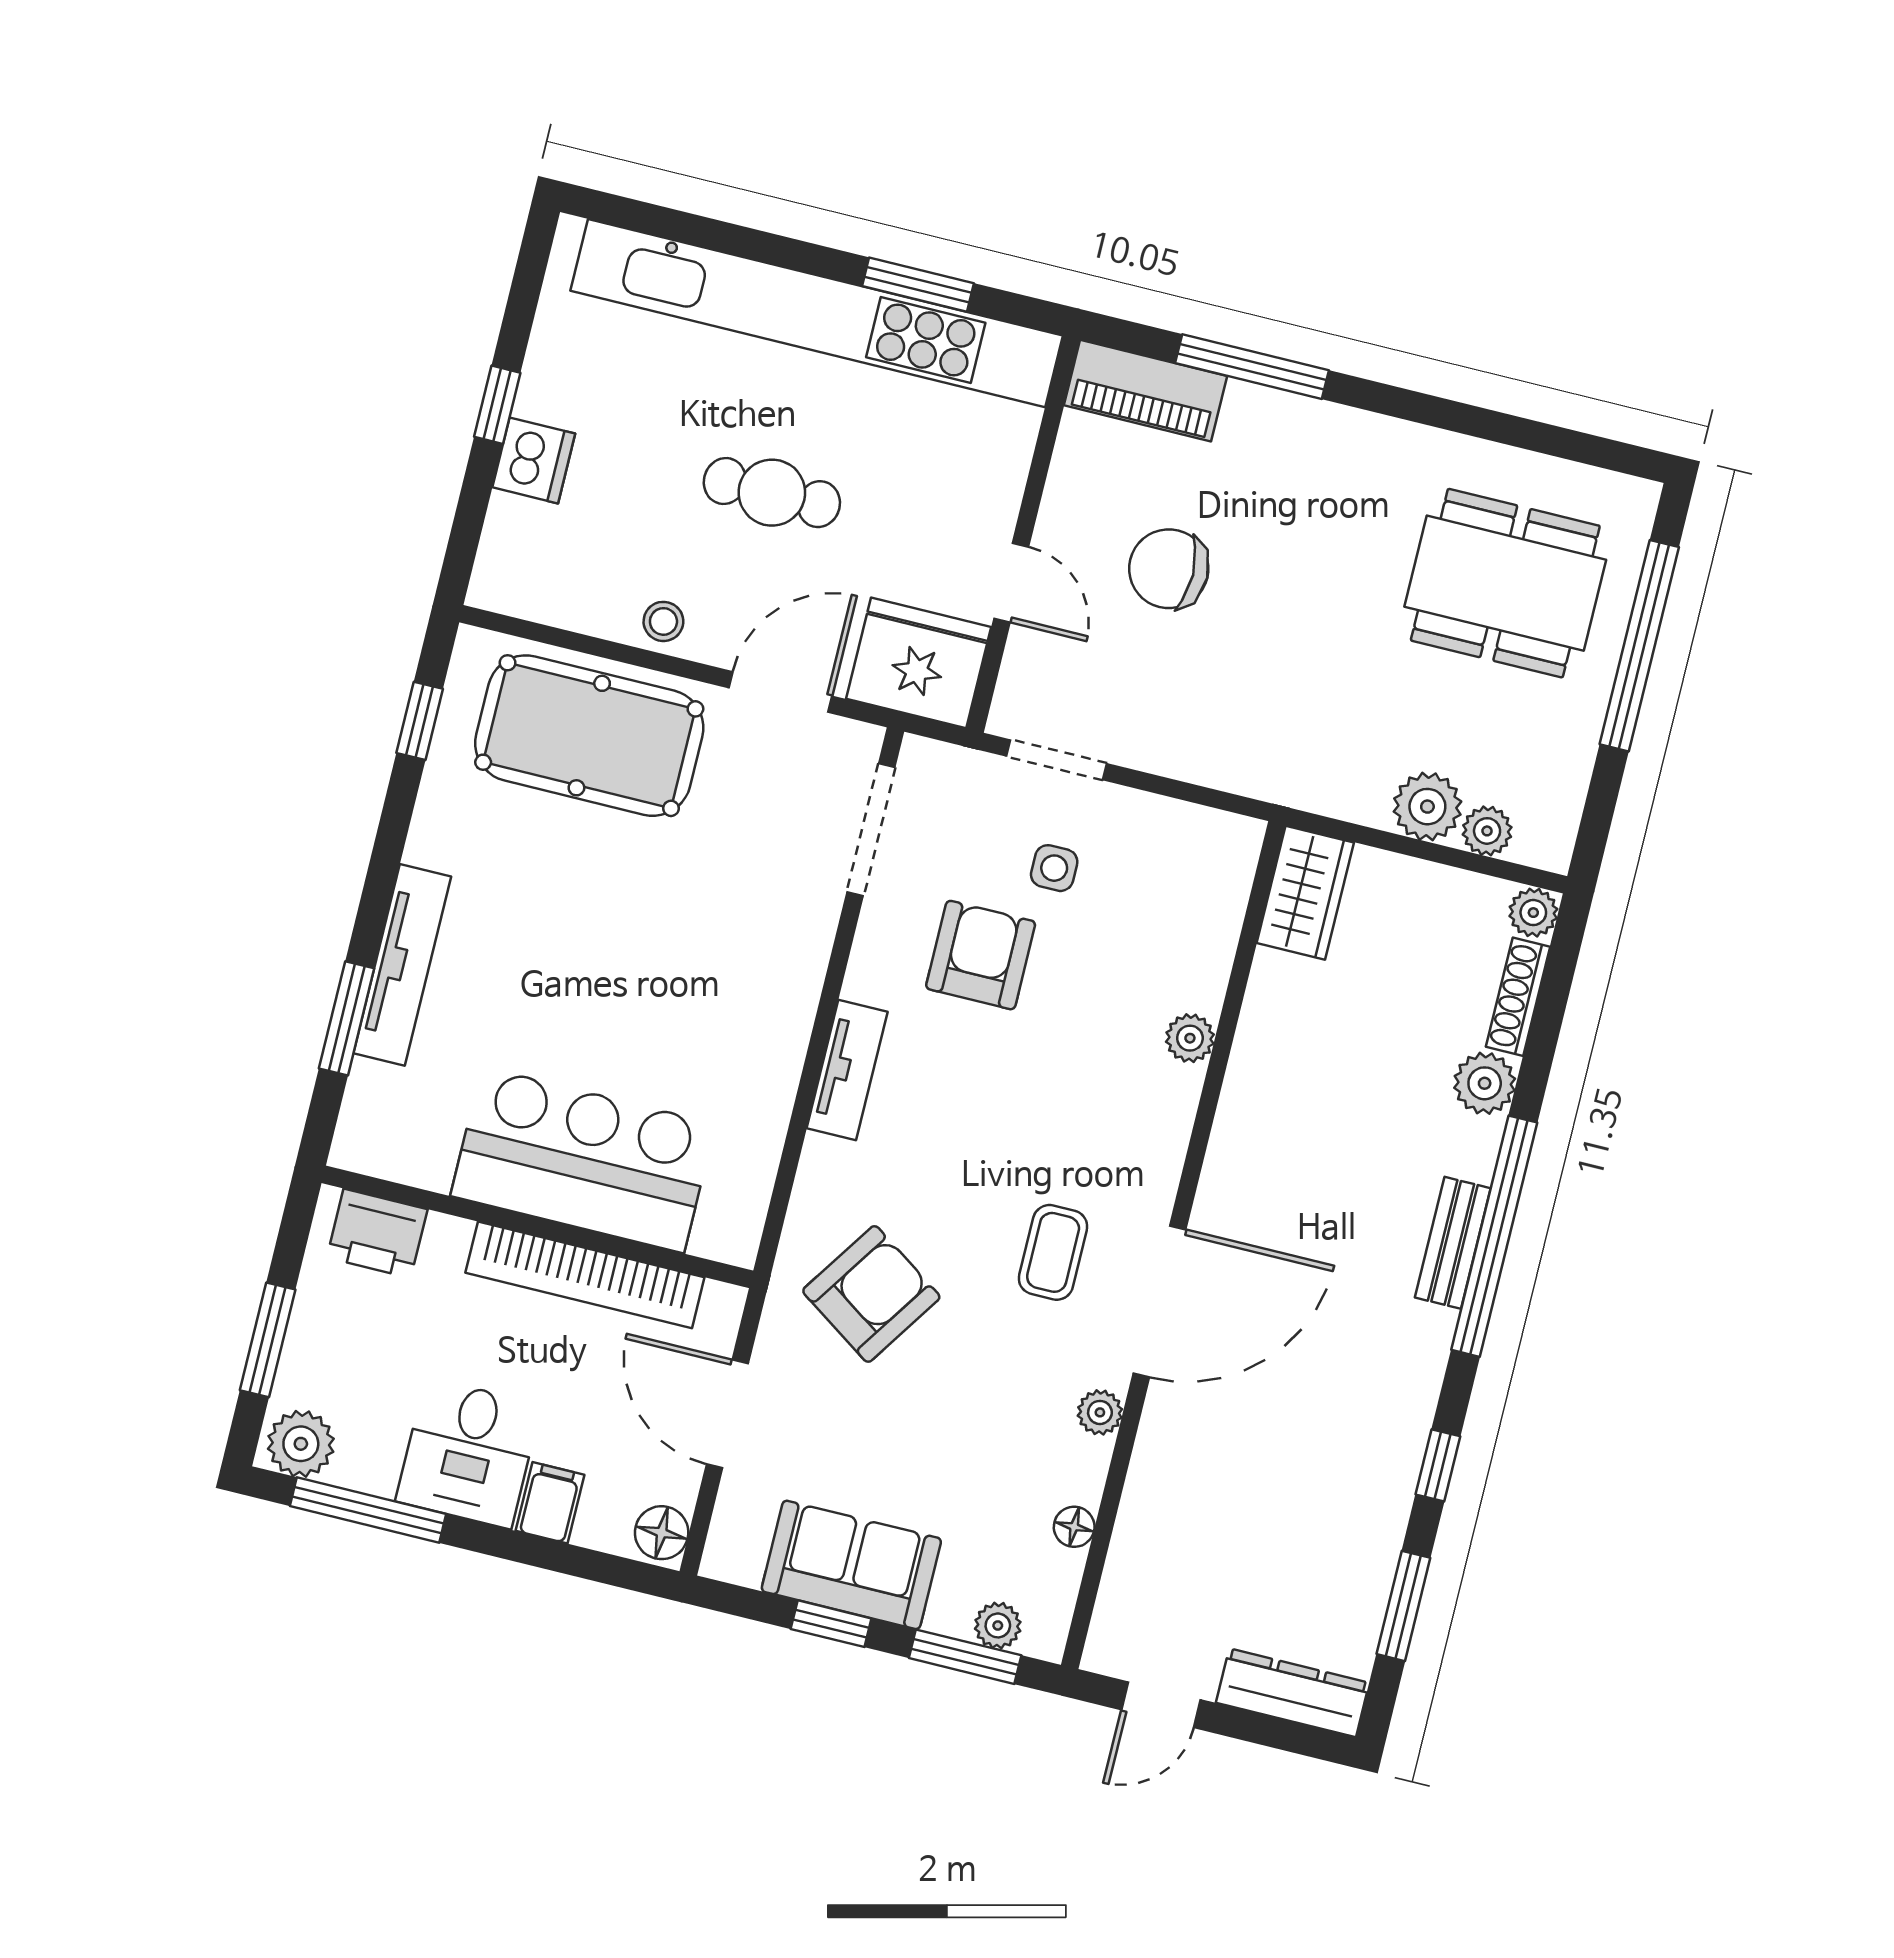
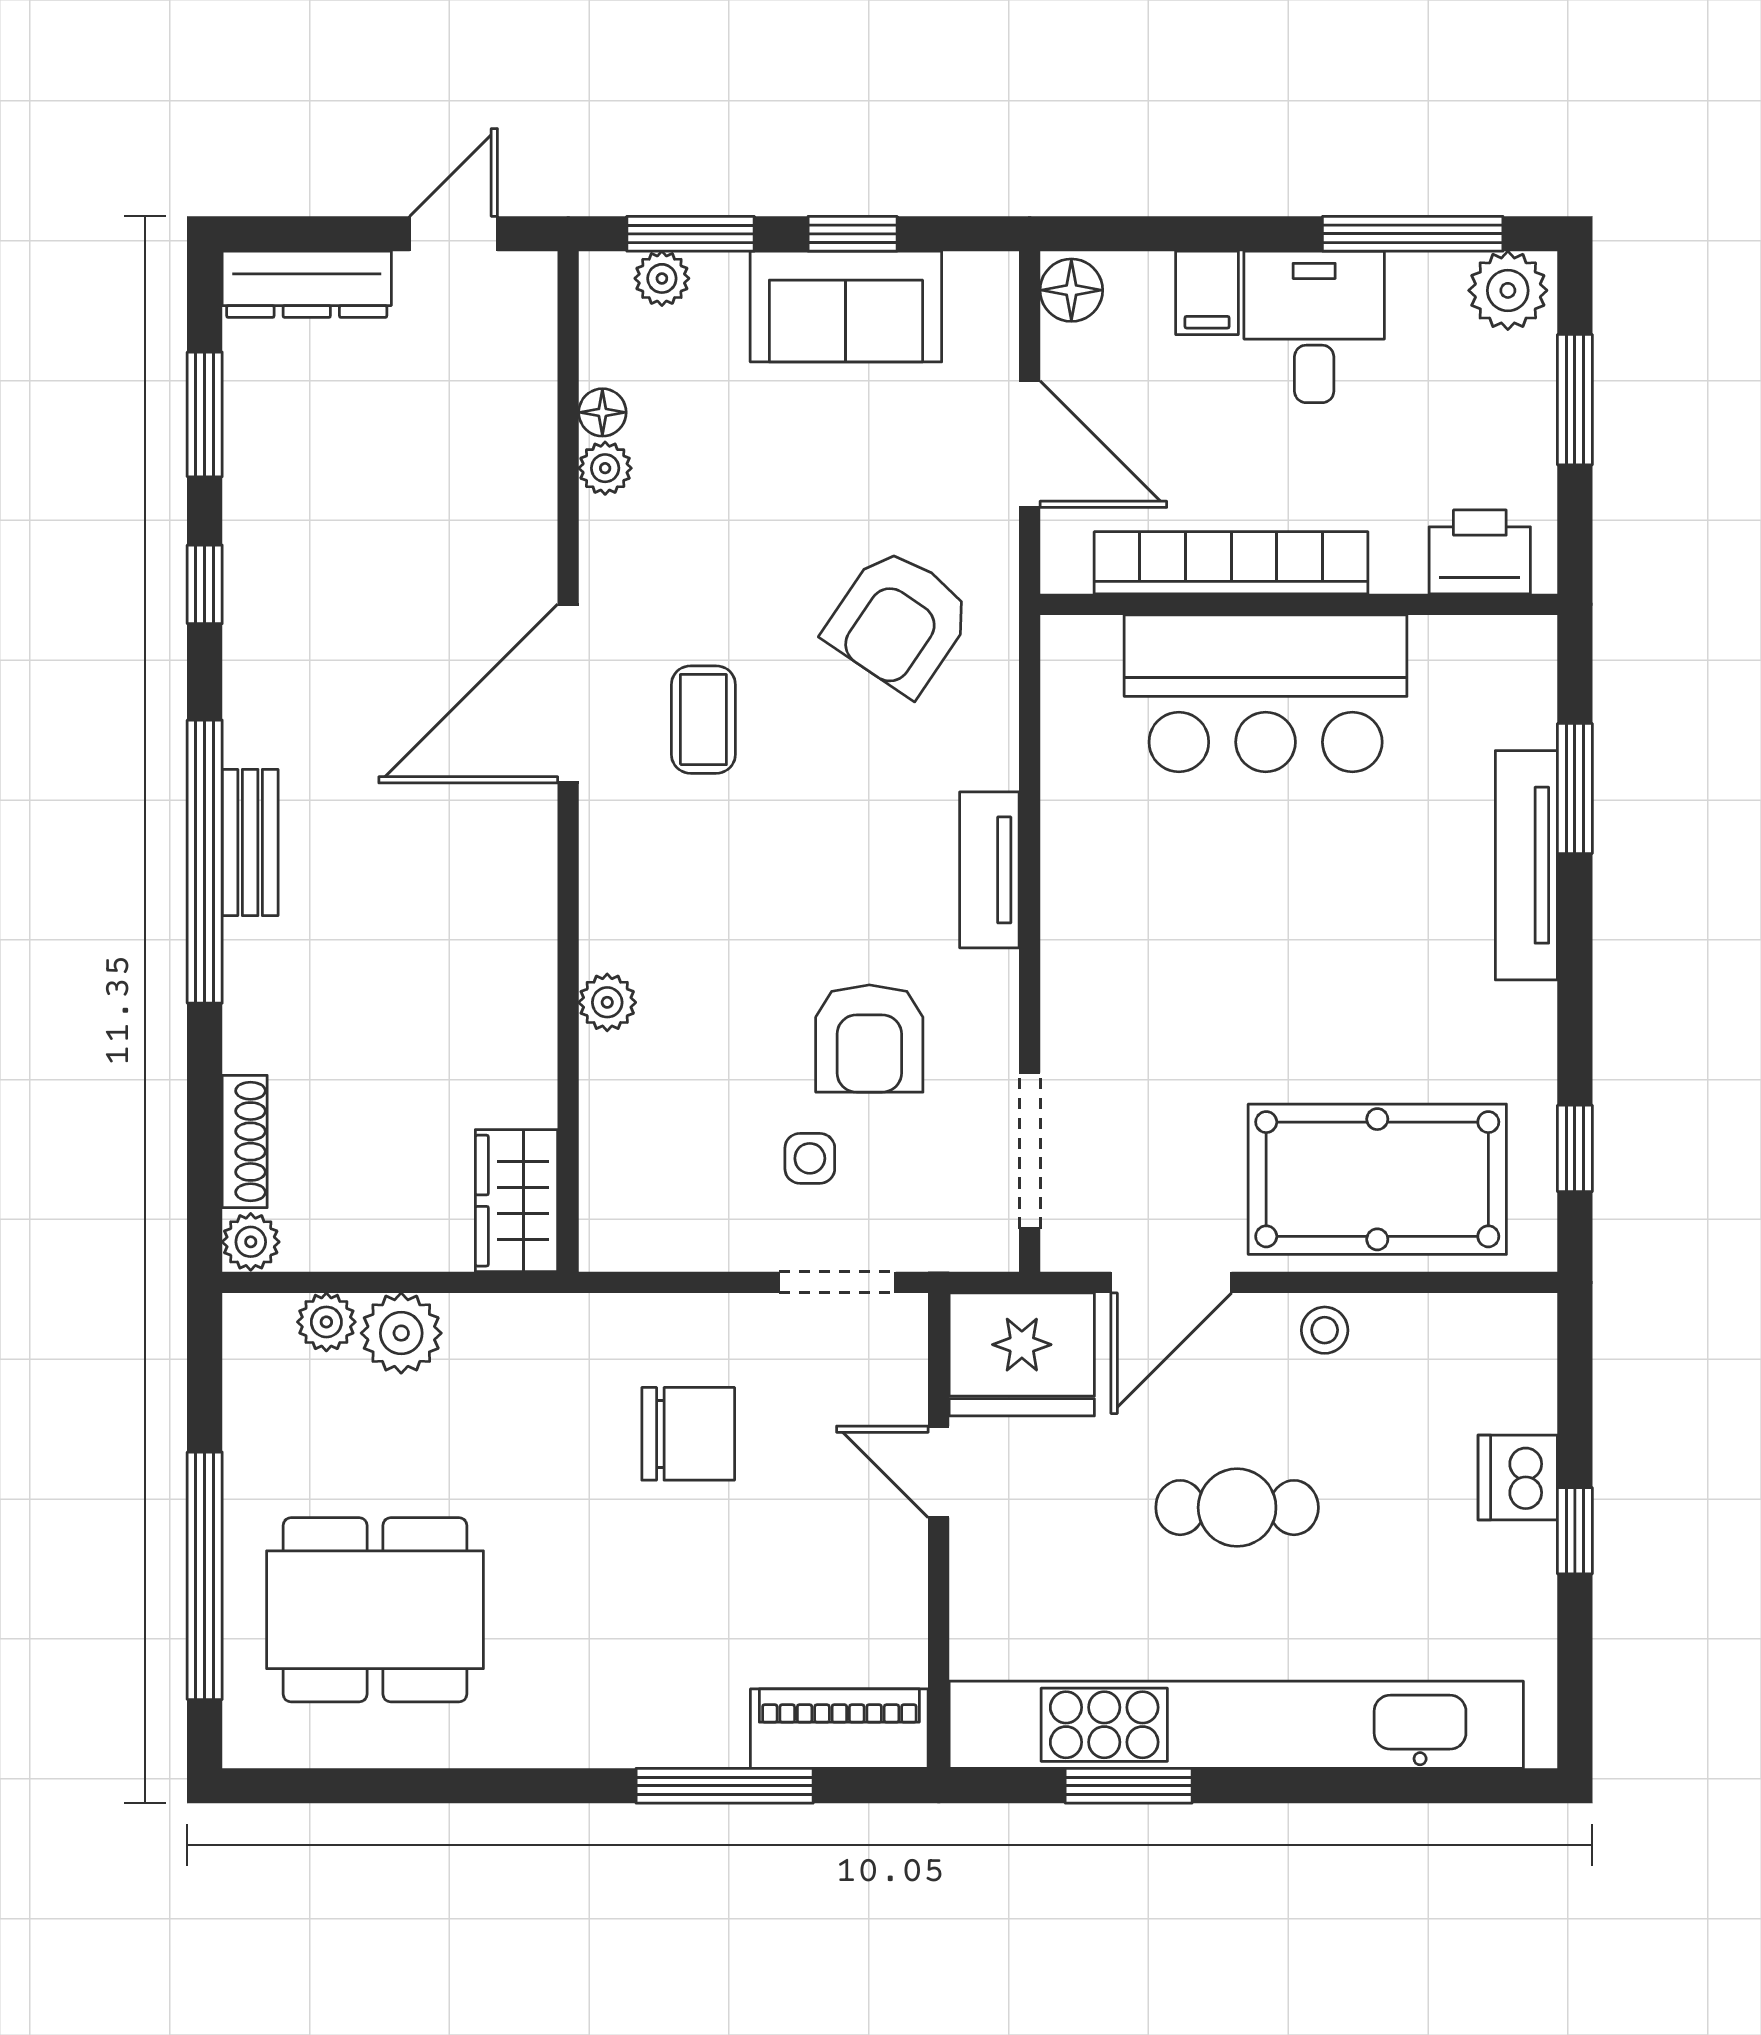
chair: (1169, 569) -> (688, 1434), moved
plant: (1485, 1083) -> (258, 1033), removed
plant: (1100, 1412) -> (605, 468), moved

